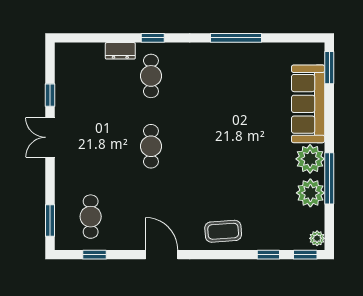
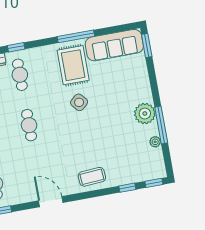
rug: (225, 76) -> (73, 65), added
sofa: (308, 104) -> (114, 45), moved, turned -90
side table: (224, 128) -> (79, 102), added
plant: (310, 193) -> (155, 142), width x0.53, depth x0.53
plant: (317, 238) -> (160, 170), removed

